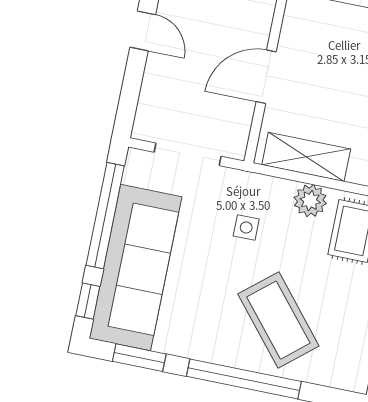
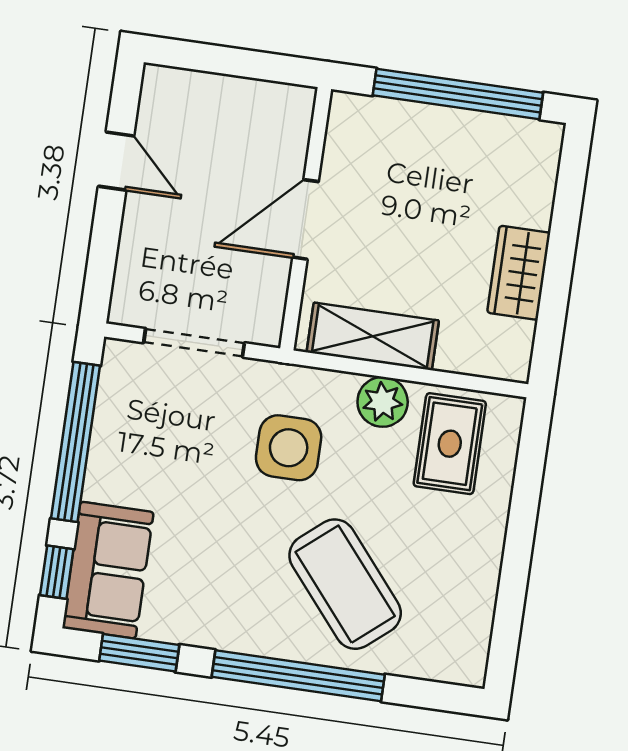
side table: (246, 227) -> (289, 448), width x1.87, depth x1.87
sofa: (135, 268) -> (108, 570), width x0.54, depth x0.79

